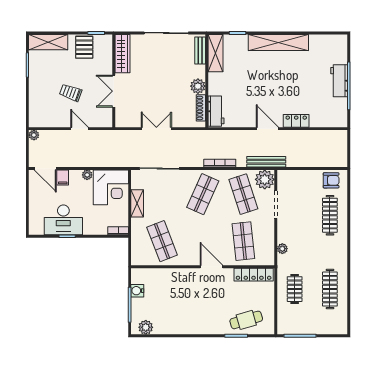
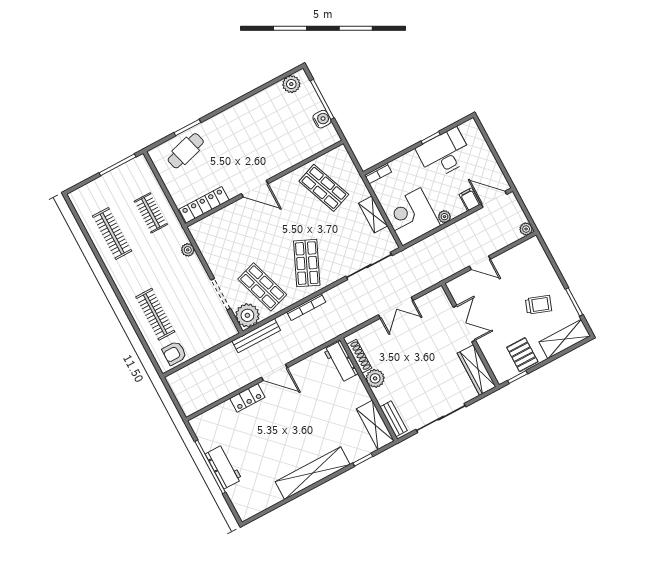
trolley: (71, 93) -> (539, 305), moved
shop shelf: (243, 241) -> (235, 235), removed

